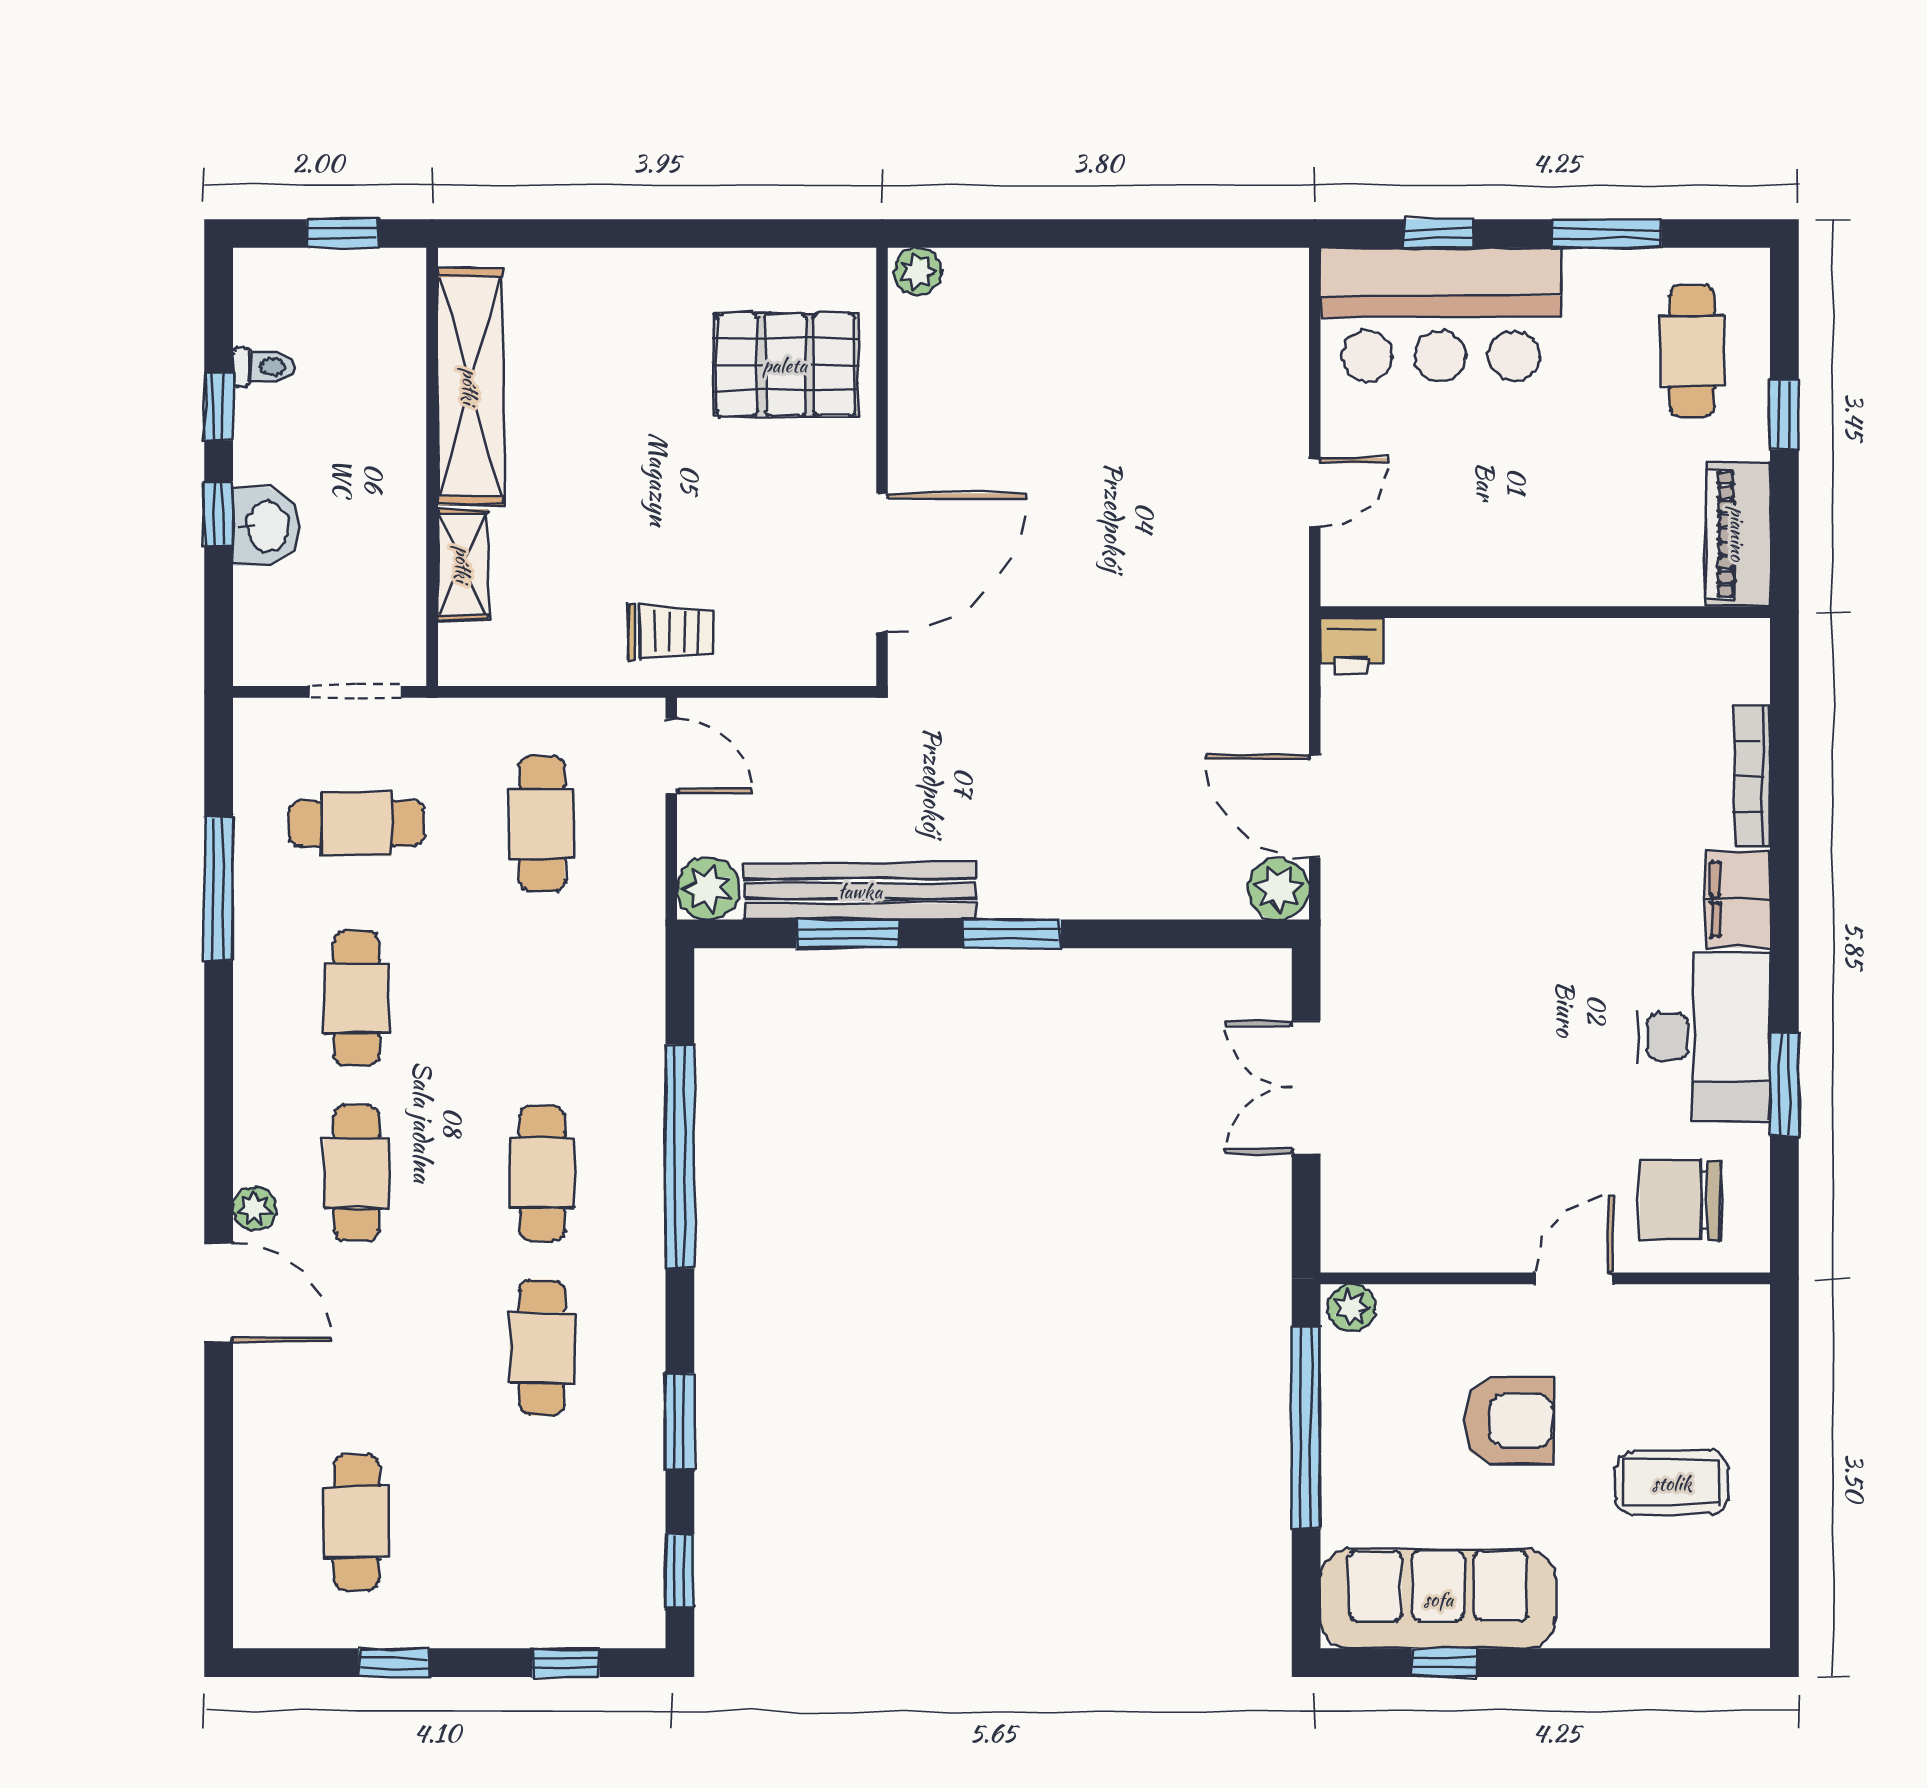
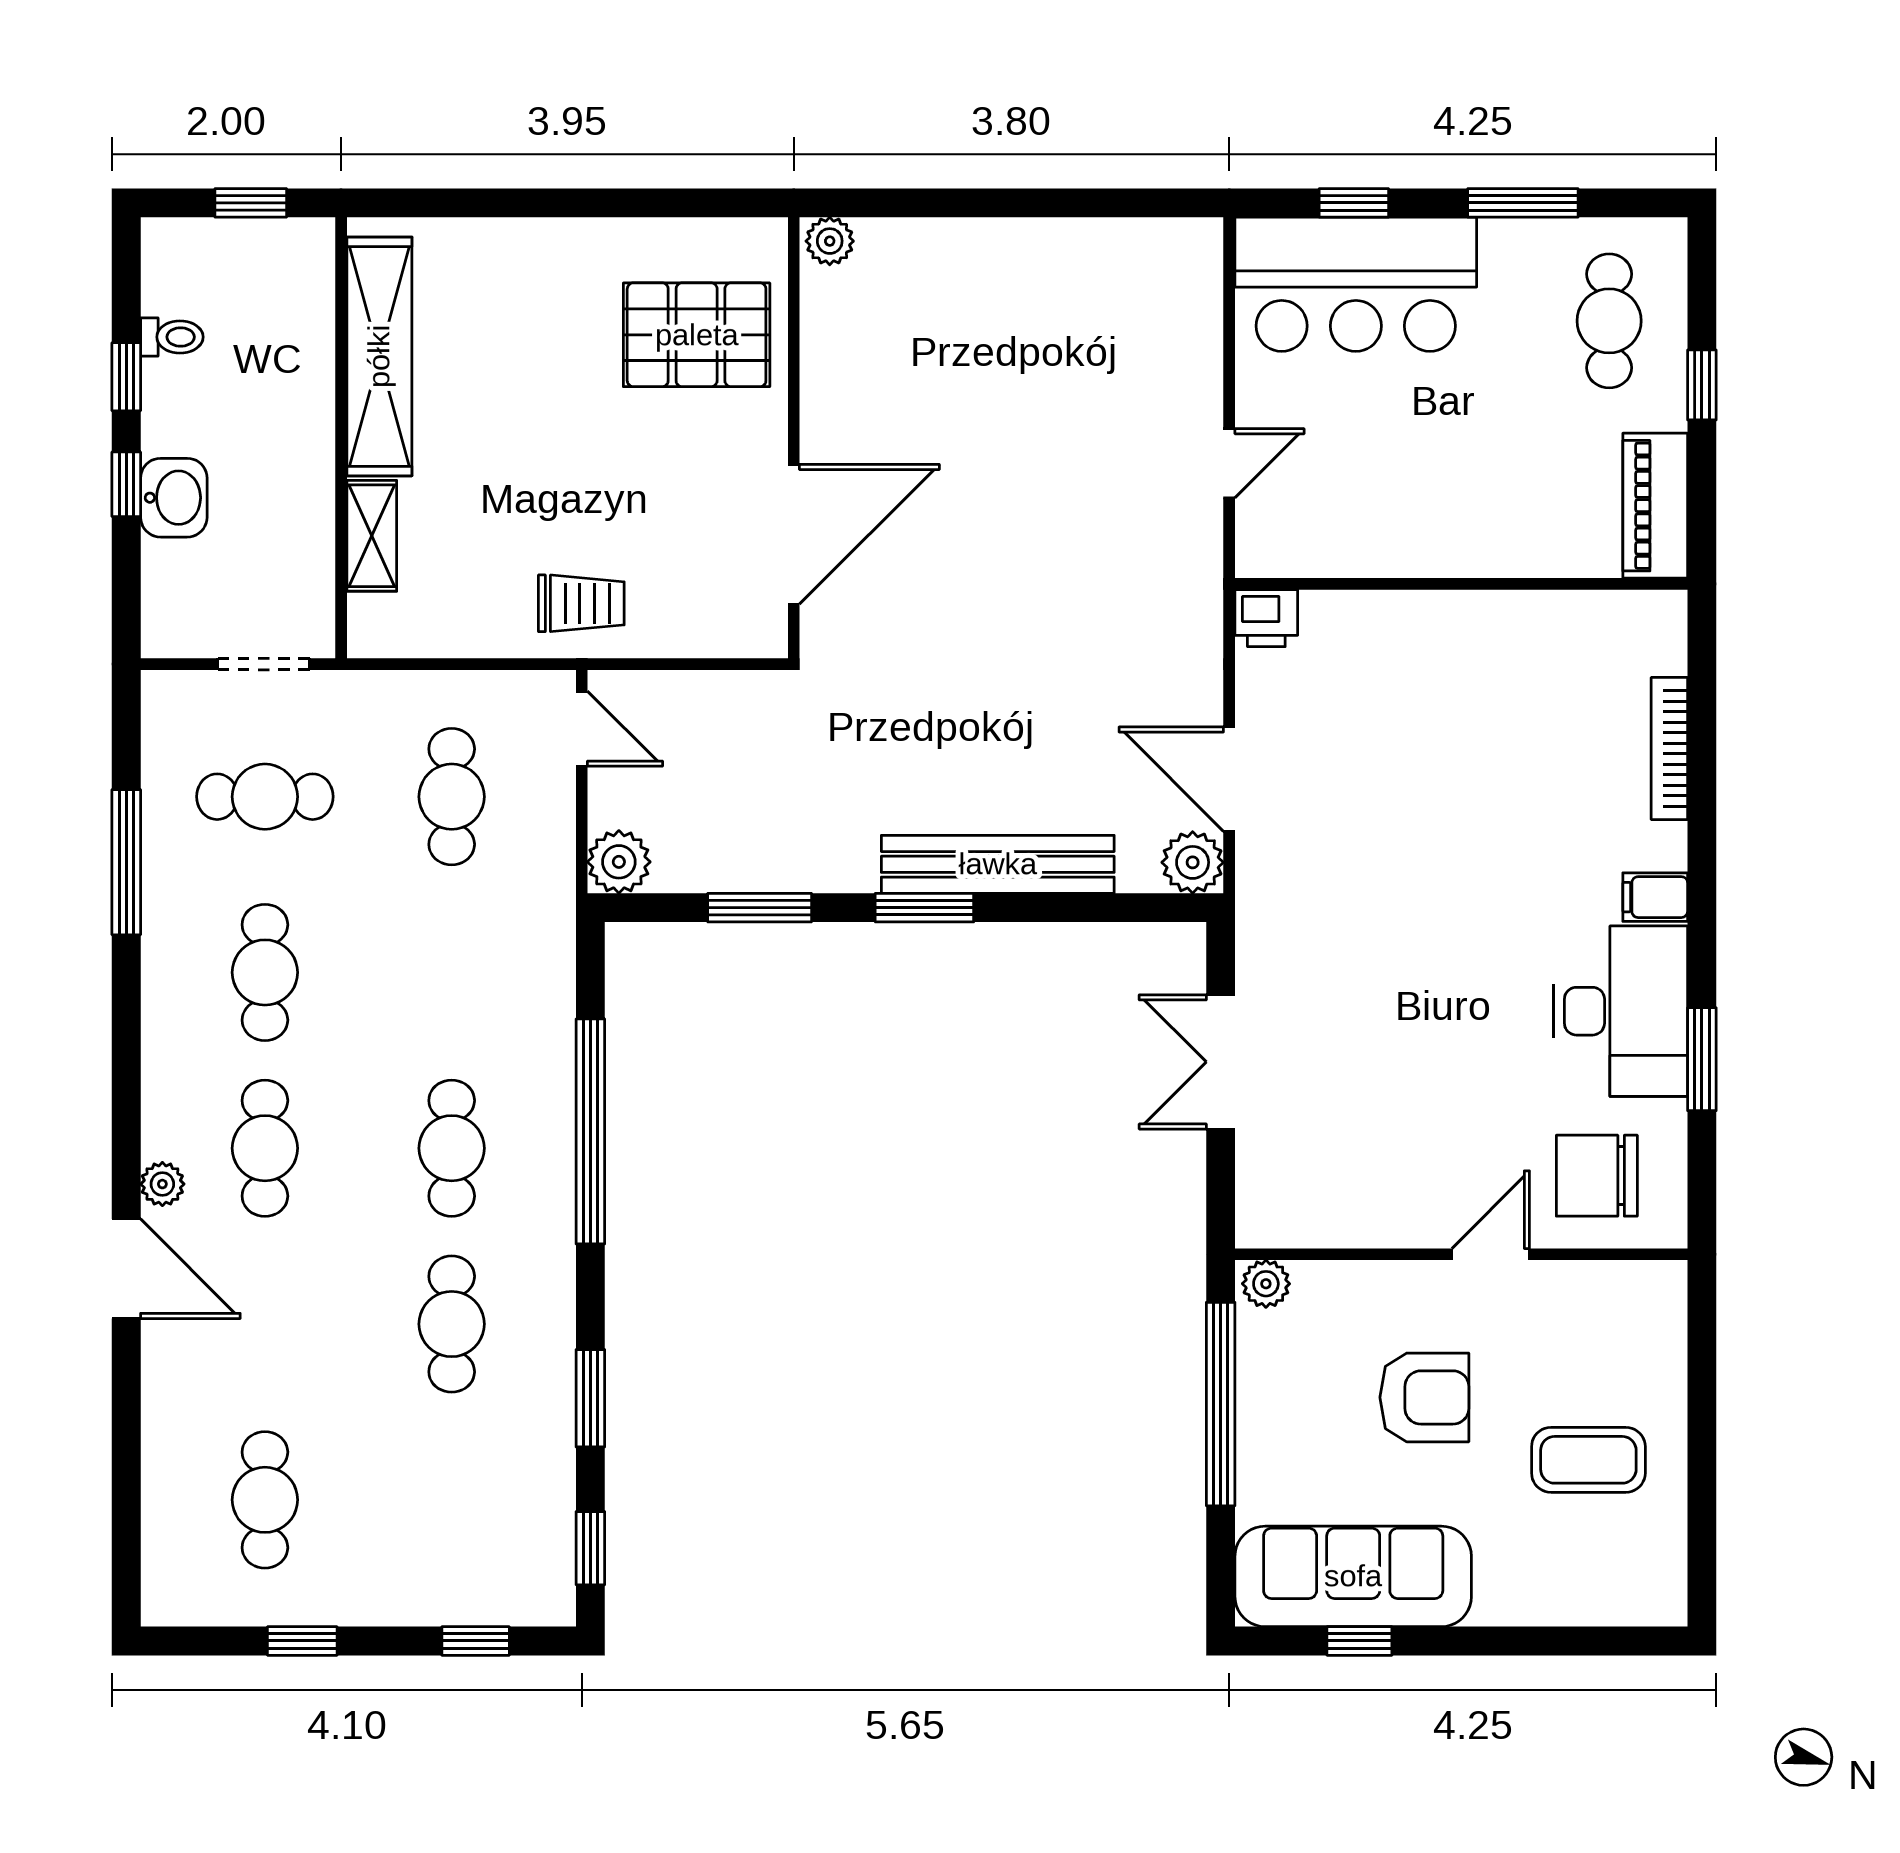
bench: (860, 891) -> (998, 864), moved
filing cabinet: (1738, 899) -> (1655, 897), width x0.50

